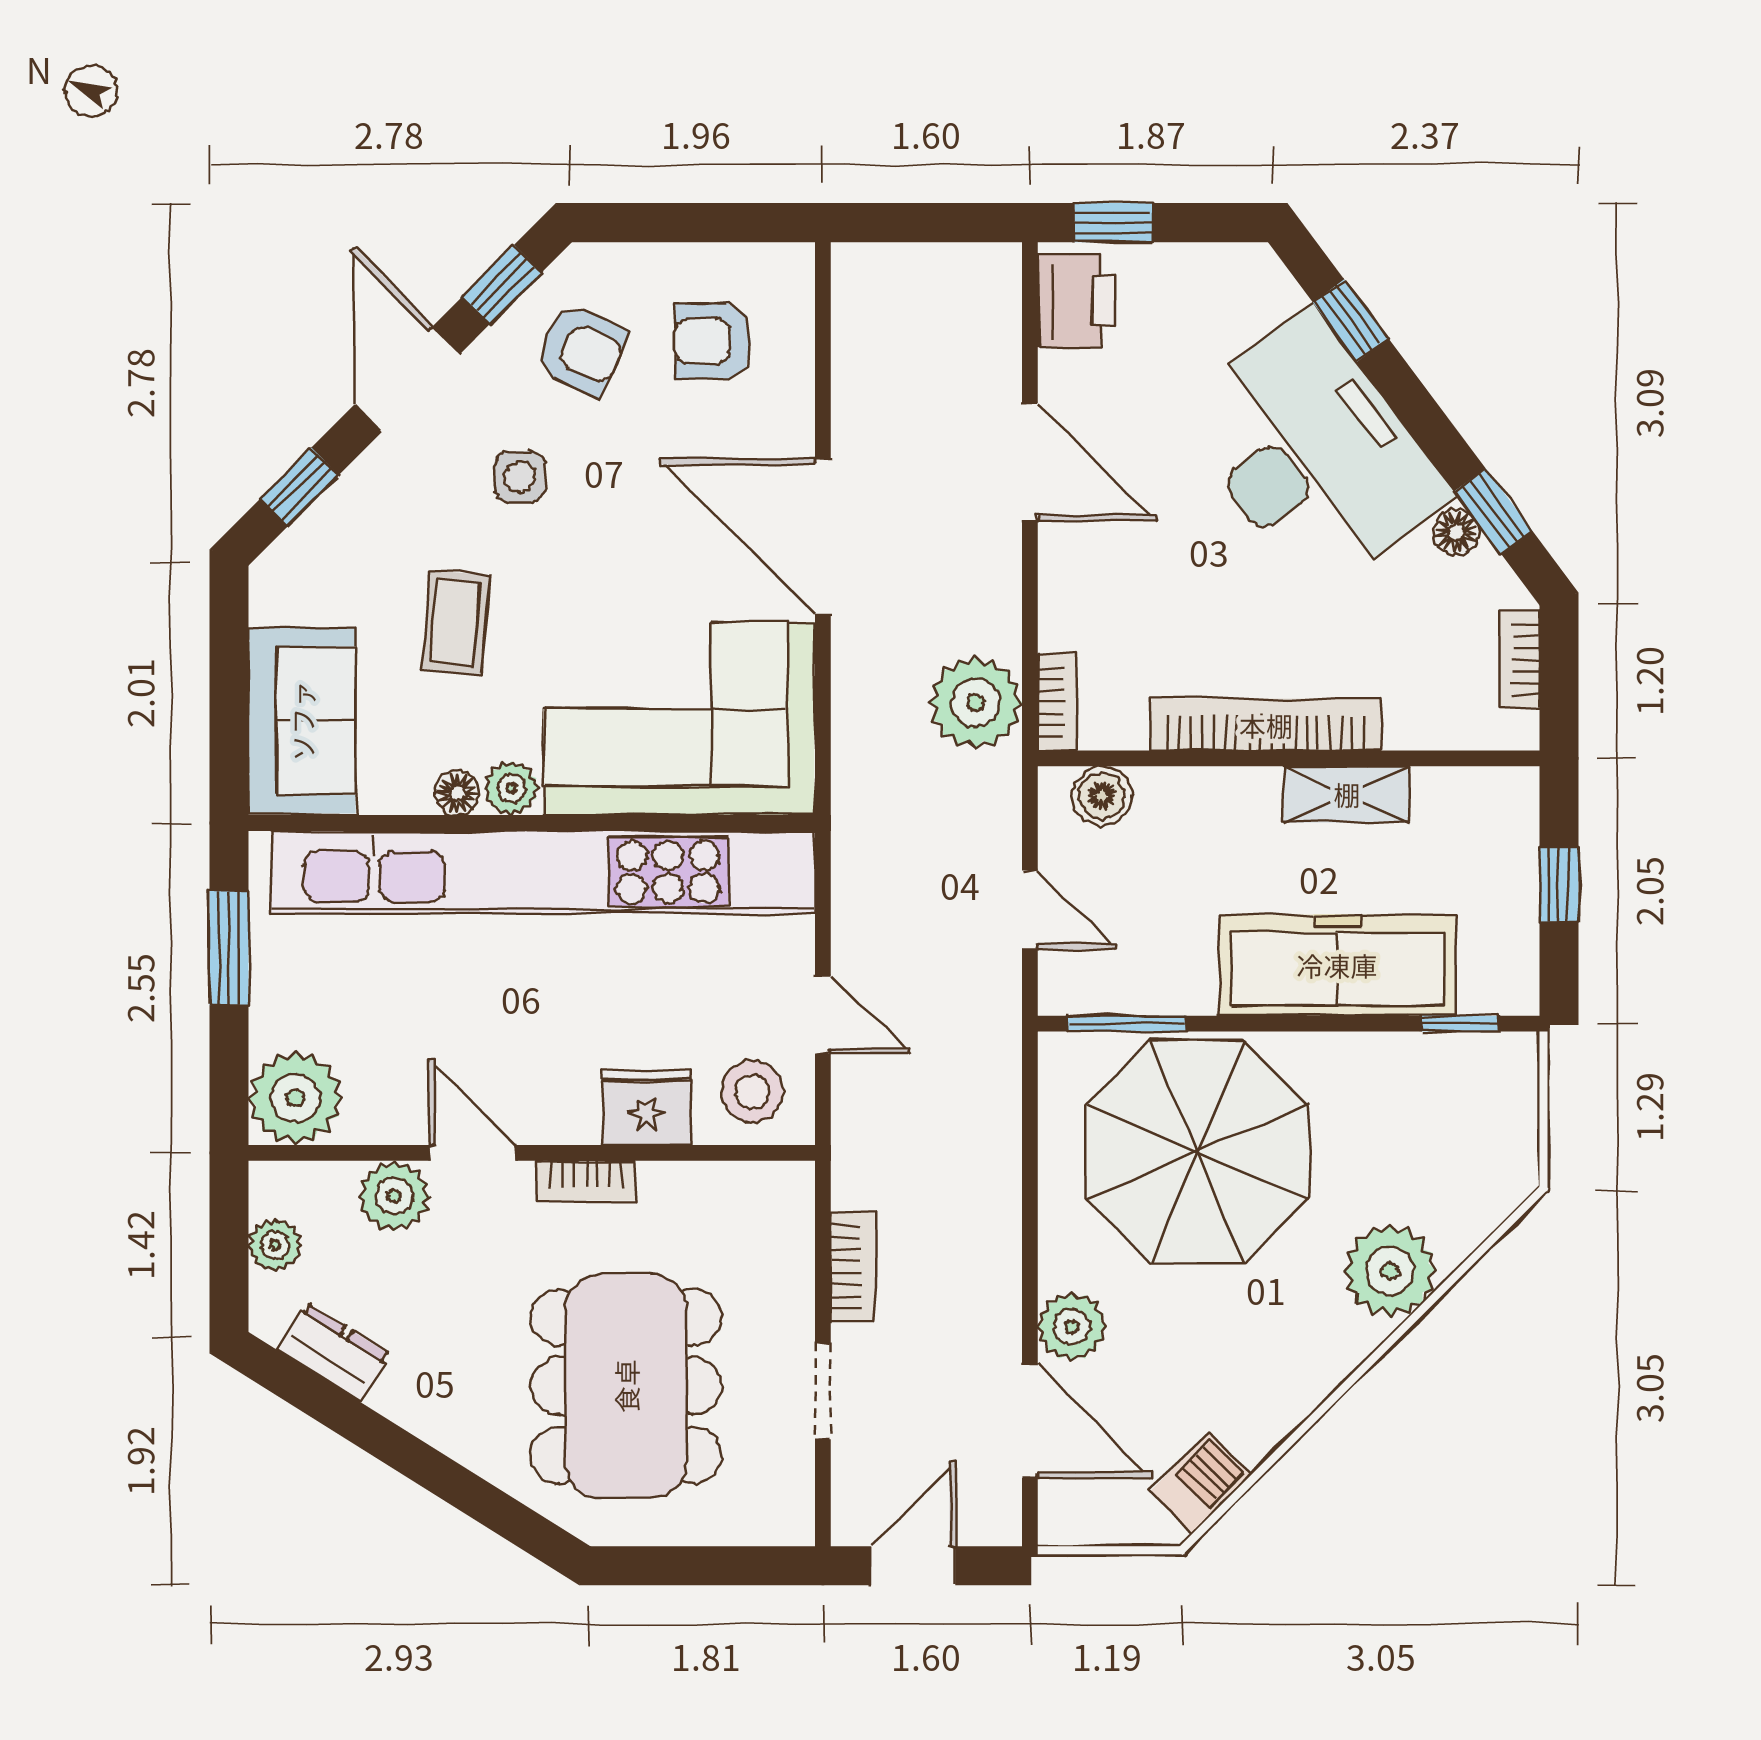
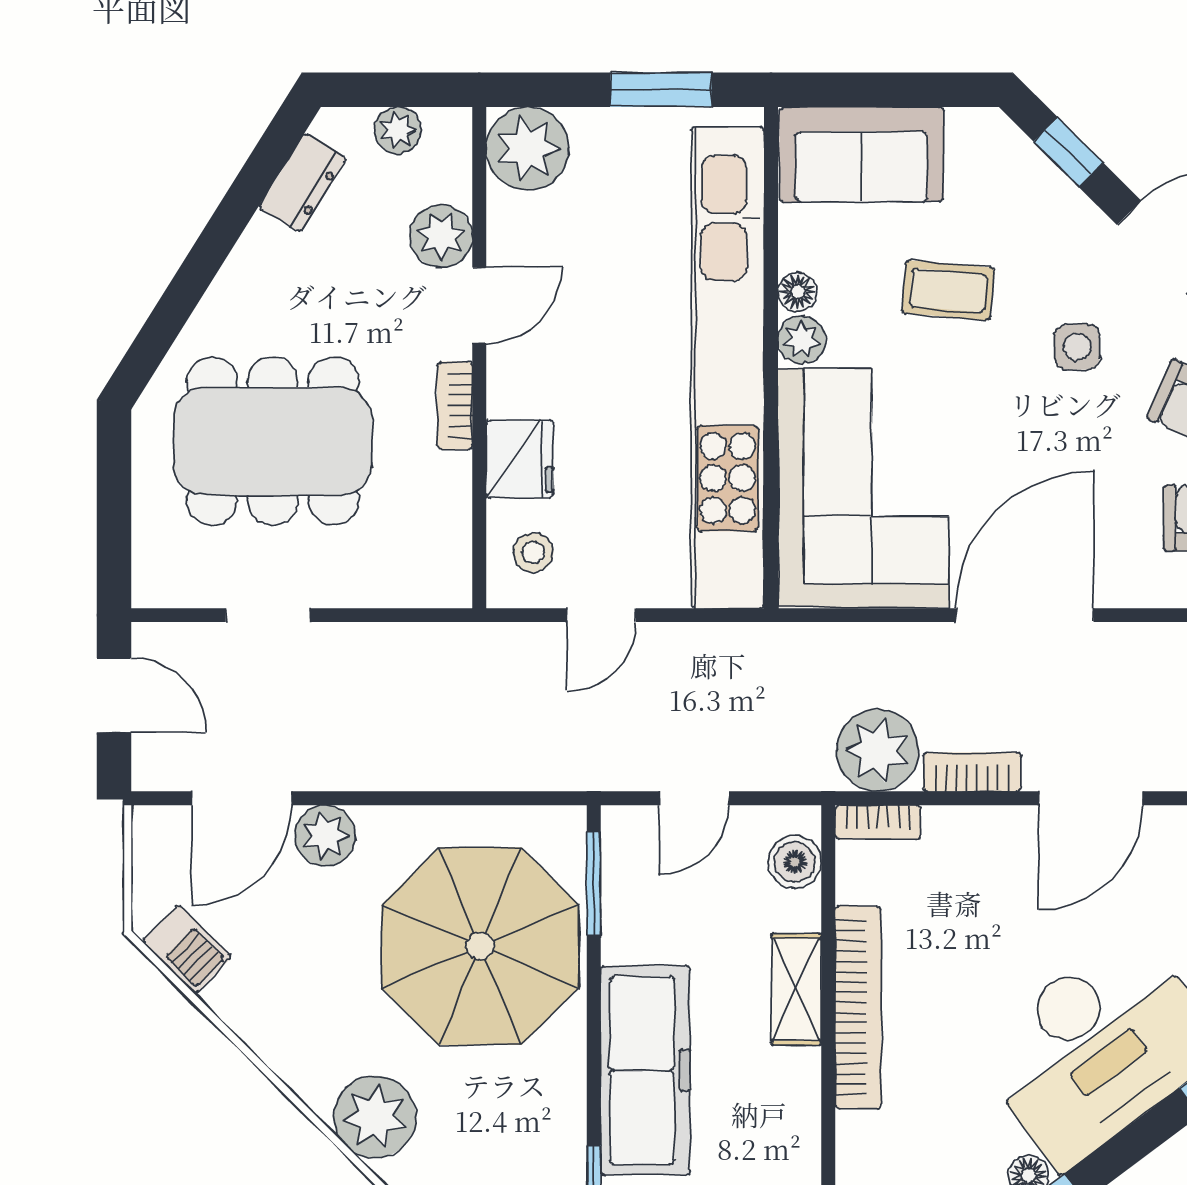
shelving: (1347, 794) -> (796, 989), moved
stool: (752, 1092) -> (533, 553), width x0.73, depth x0.73
bookcase: (853, 1267) -> (972, 772), moved, turned 180

